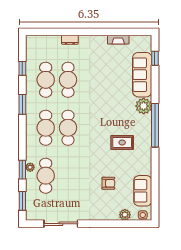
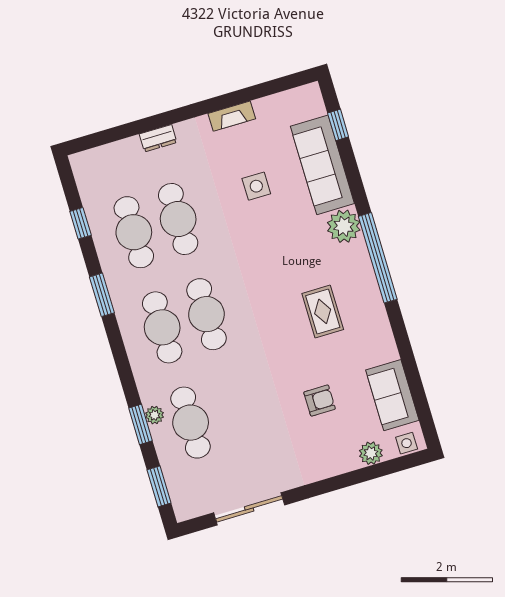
fireplace: (118, 40) -> (232, 116), moved
side table: (109, 75) -> (256, 186), added
rug: (122, 143) -> (323, 311), turned 90

